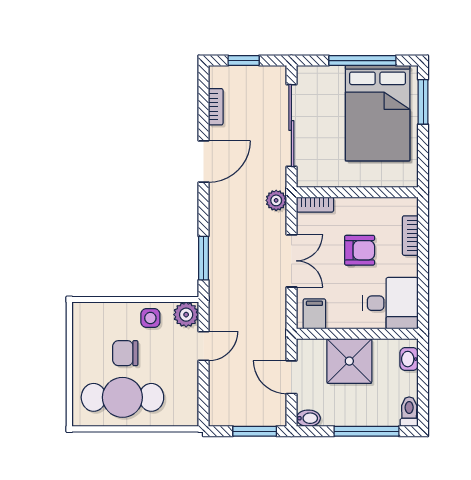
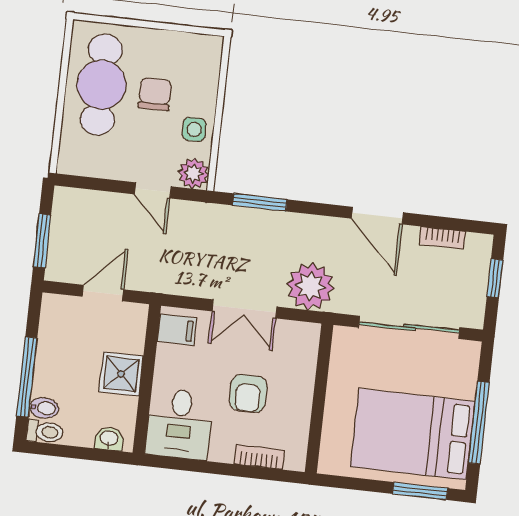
plant: (276, 200) -> (310, 286), width x1.87, depth x1.87
bookcase: (315, 205) -> (310, 345), removed
shower: (349, 361) -> (121, 374), width x0.73, depth x0.73
bidet: (308, 418) -> (44, 408), moved, turned -90

